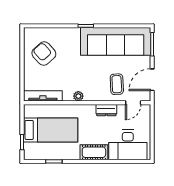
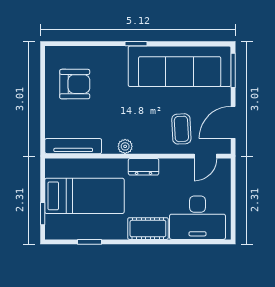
armchair: (44, 54) -> (75, 84), turned 132
dresser: (106, 110) -> (144, 167), moved

